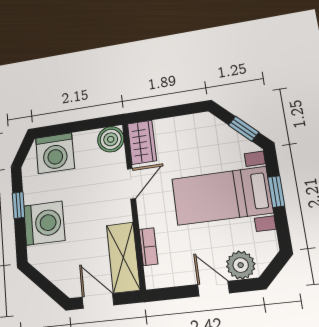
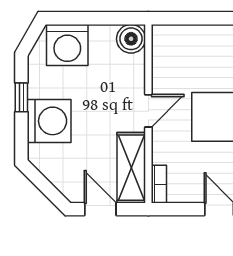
wardrobe: (142, 142) -> (165, 47), removed
door: (131, 184) -> (148, 111), moved
bookcase: (148, 247) -> (159, 184), moved

